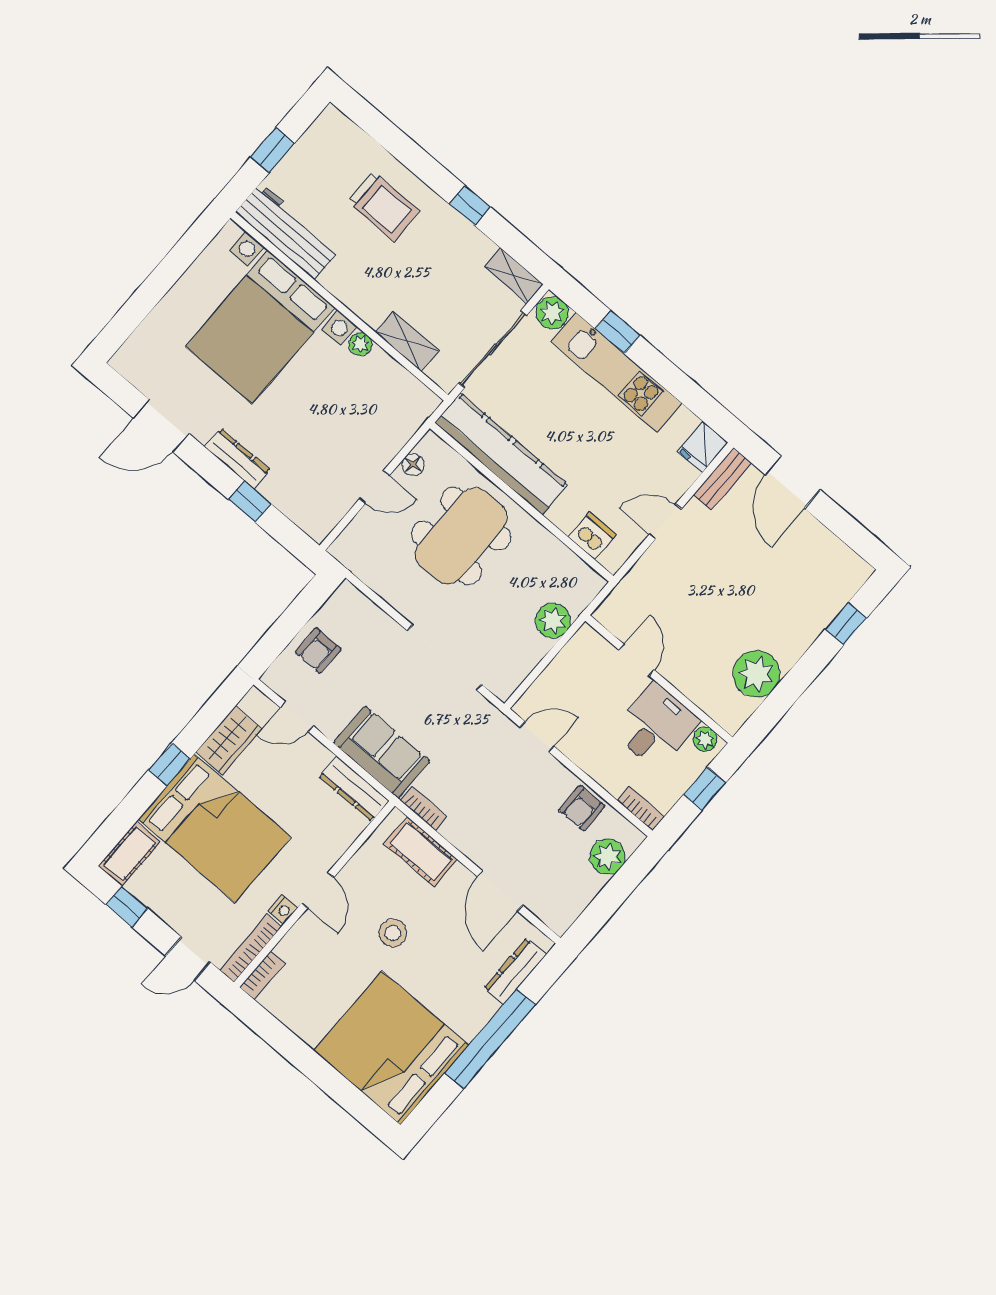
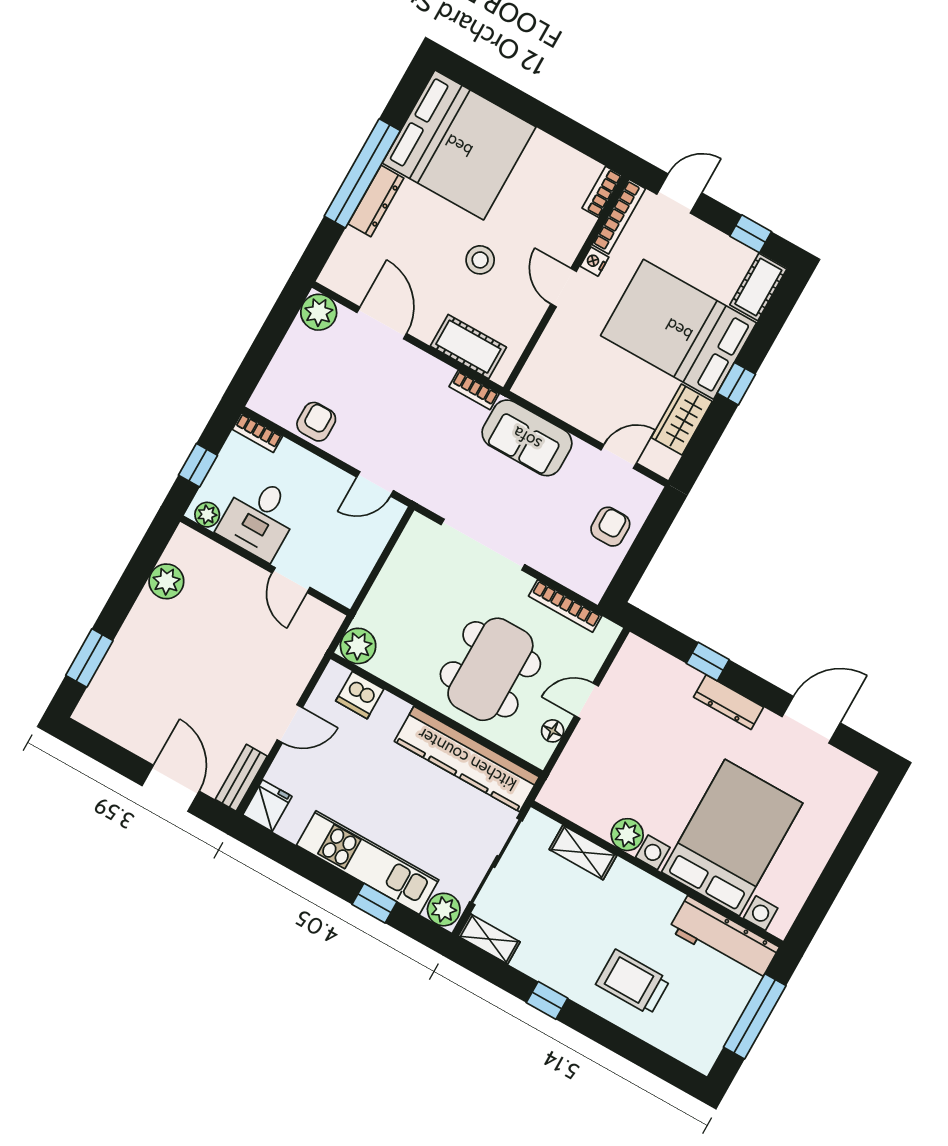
window: (272, 150) -> (755, 1016), width x2.17
plant: (360, 344) -> (627, 835), width x1.38, depth x1.38
bookcase: (377, 583) -> (565, 606), added
plant: (553, 620) -> (358, 646), moved
window: (846, 623) -> (89, 658), width x1.50
plant: (756, 674) -> (166, 581), width x0.73, depth x0.73
dresser: (354, 789) -> (548, 396), removed
plant: (607, 856) -> (319, 312), moved
dresser: (515, 971) -> (376, 201), moved

